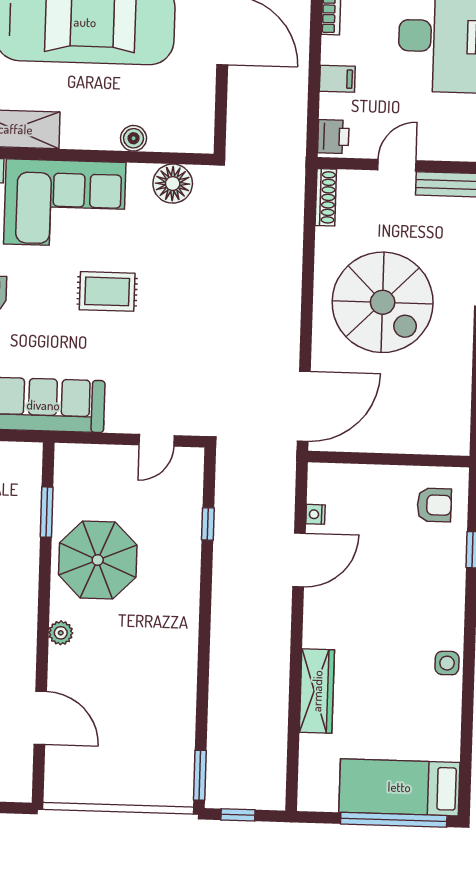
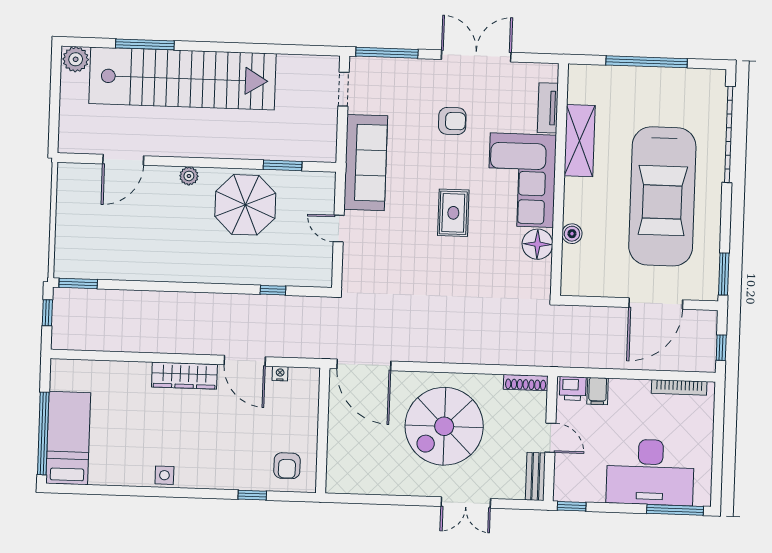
filing cabinet: (337, 79) -> (598, 391), moved
floor lamp: (173, 184) -> (537, 244), moved
door: (157, 440) -> (339, 229), moved
wardrobe: (317, 691) -> (184, 376), moved

